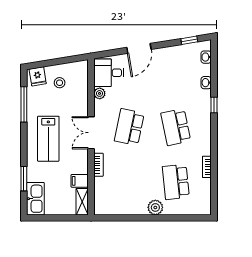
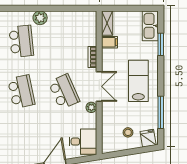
plant: (100, 93) -> (91, 107), moved
school desk: (129, 127) -> (64, 92), turned -36

